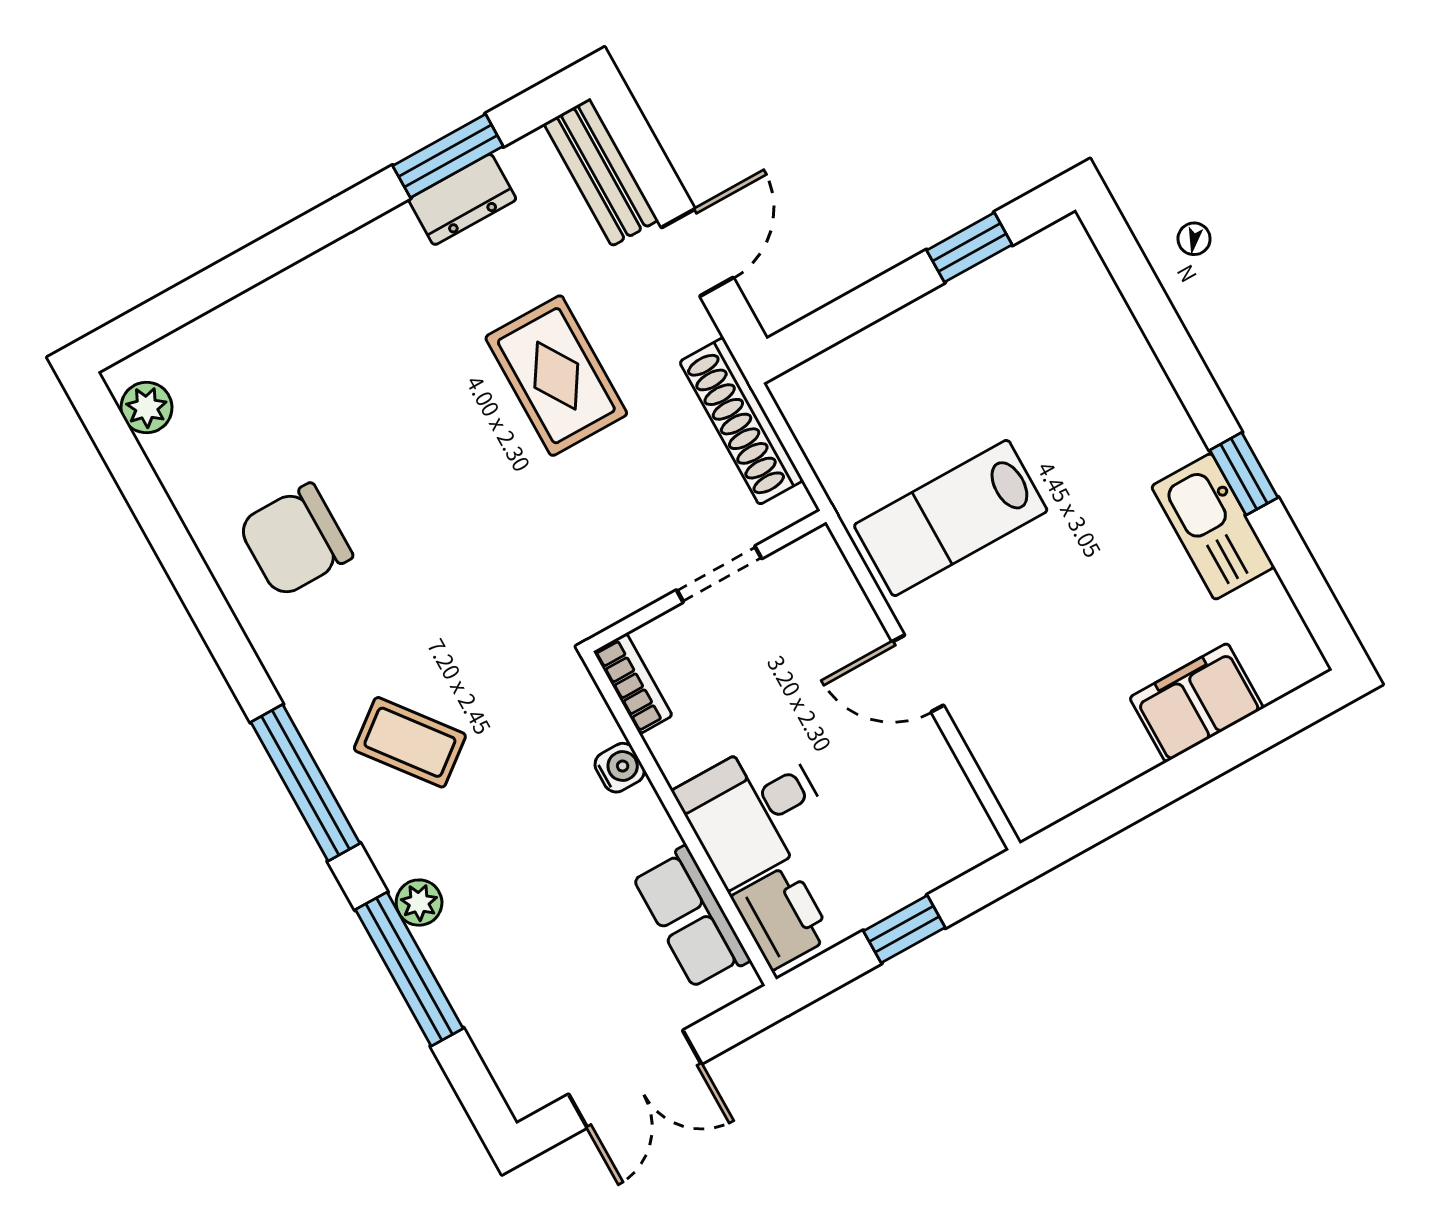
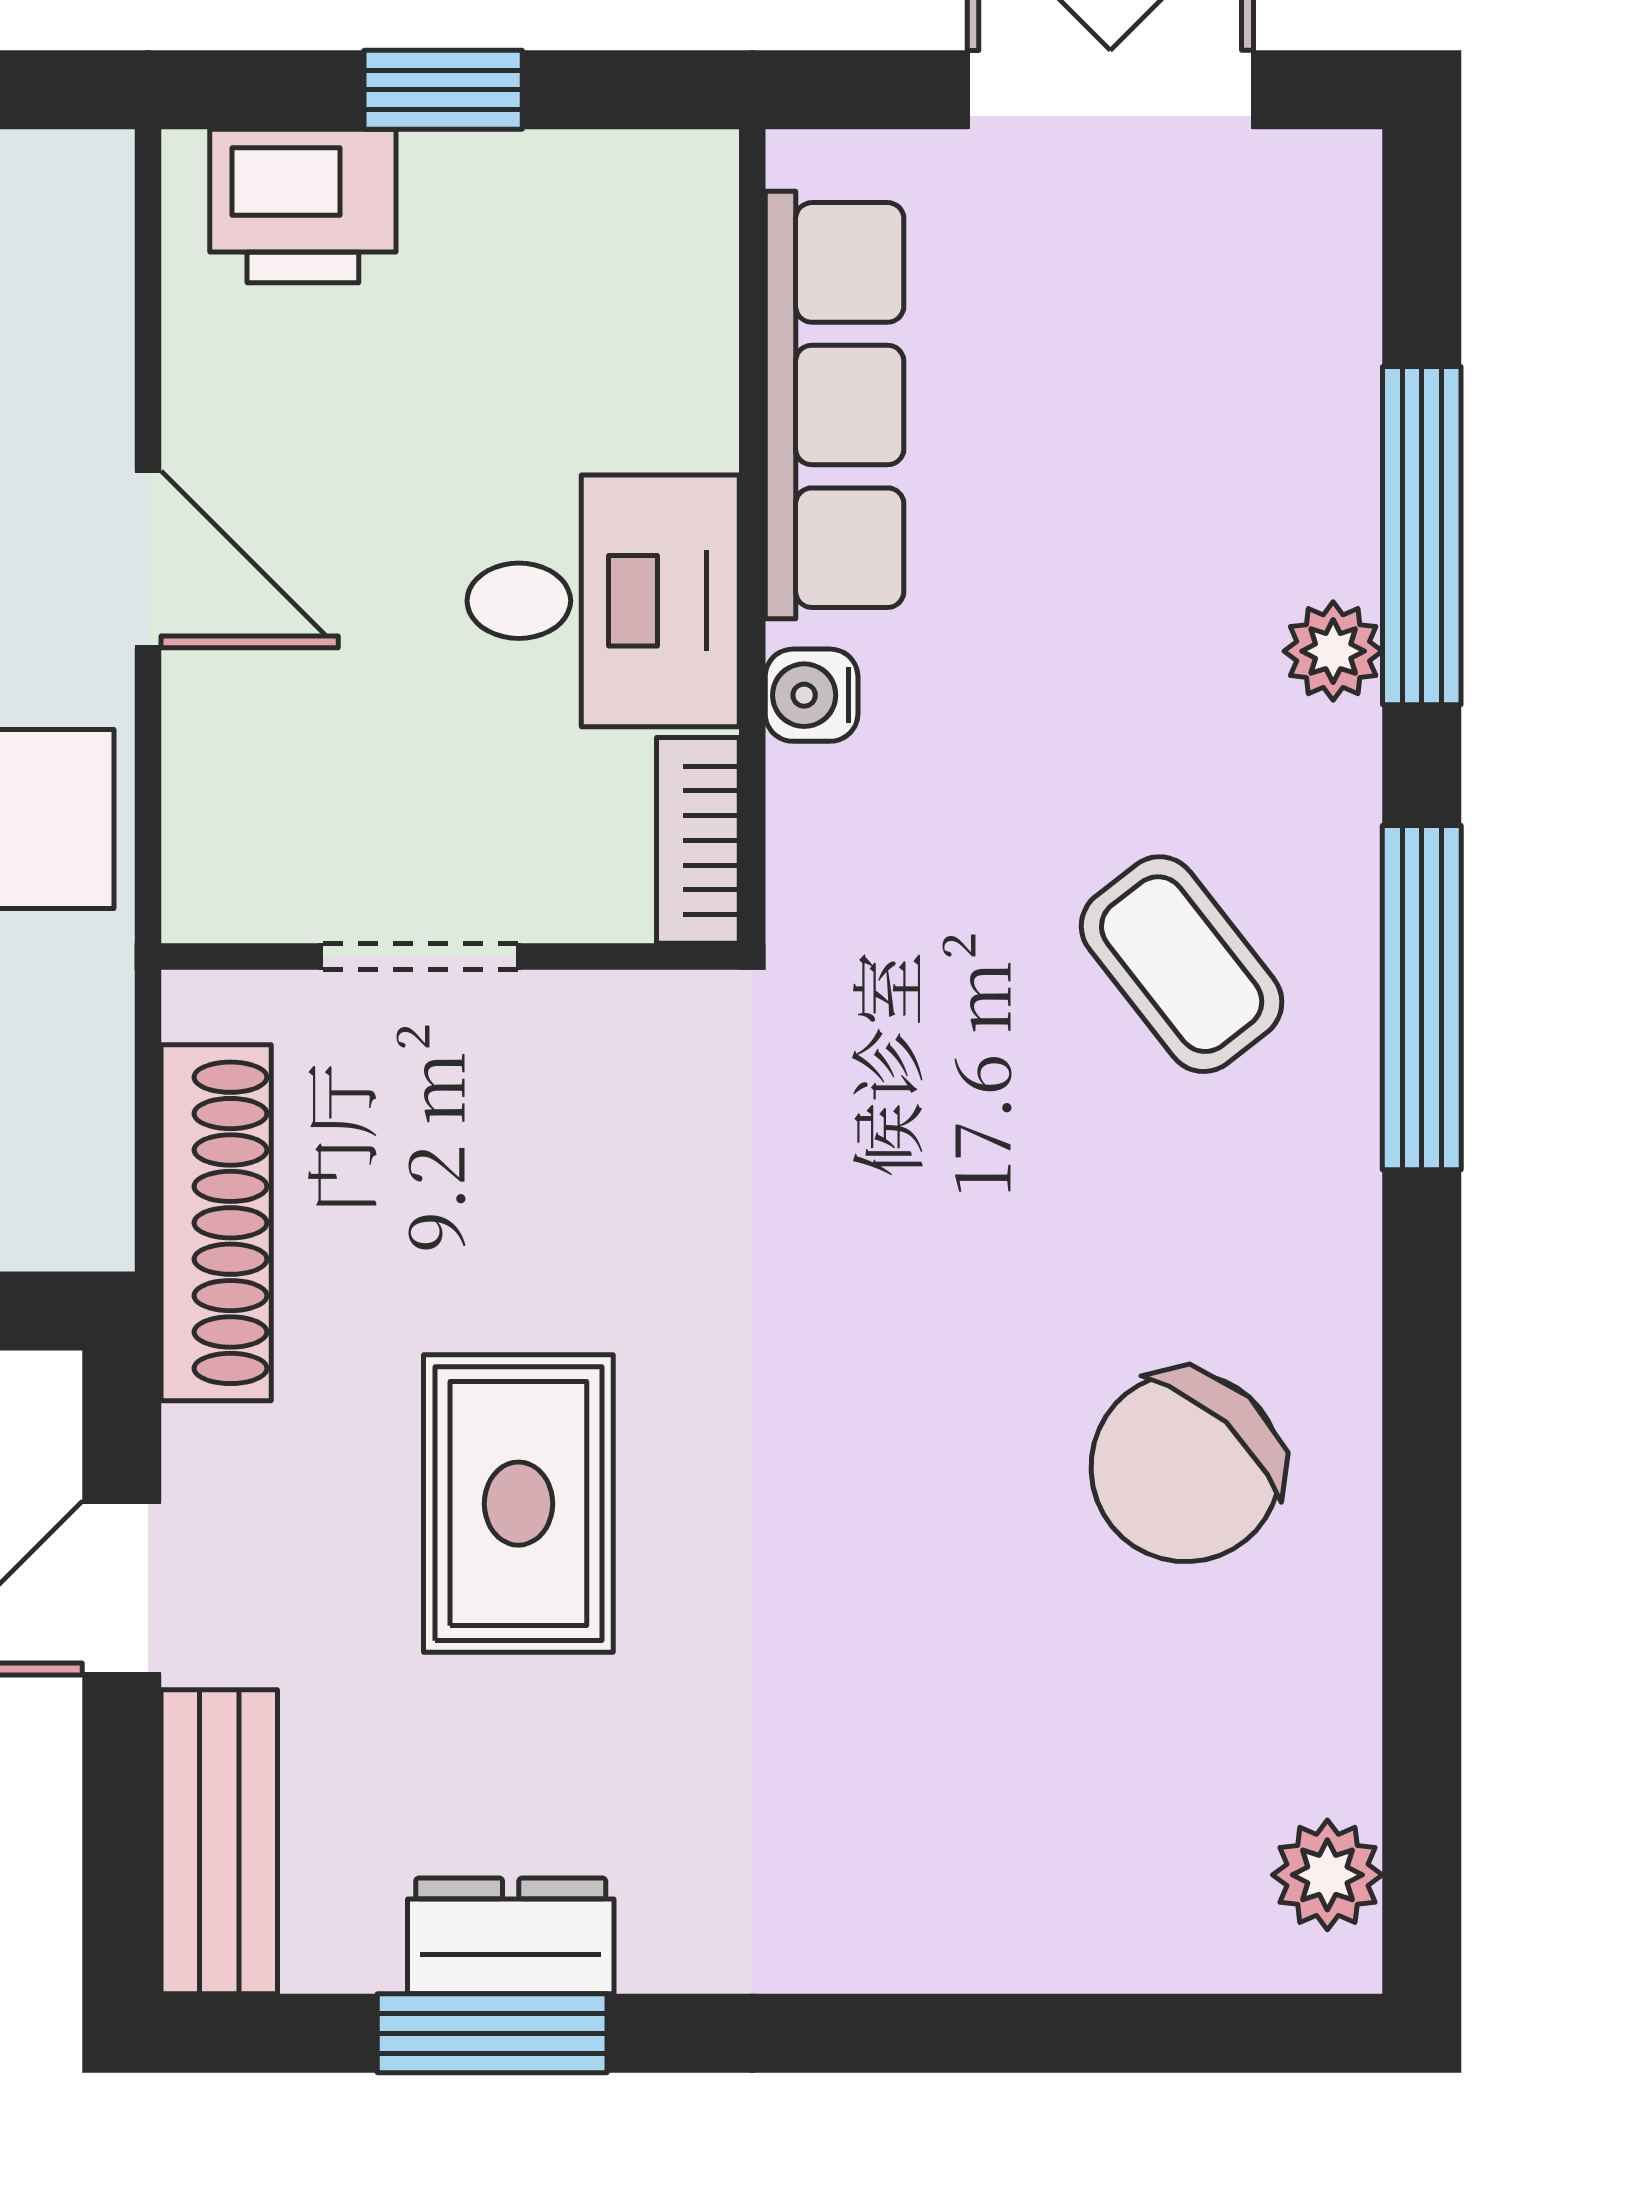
chair: (295, 540) -> (1186, 1467), turned 132
desk: (754, 811) -> (603, 601), moved
printer: (782, 917) -> (303, 206), moved, turned -90
row of seats: (691, 918) -> (834, 405), width x1.48

